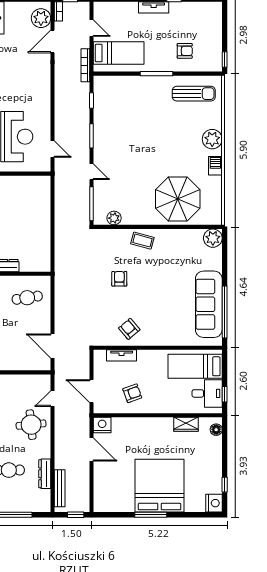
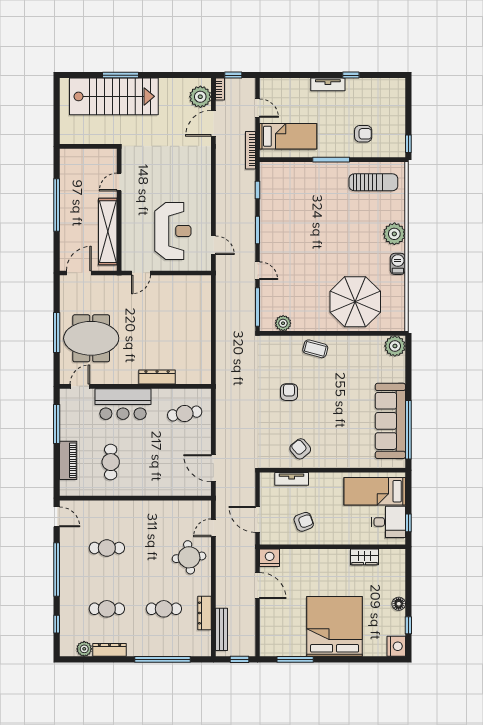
floor lamp: (216, 430) -> (399, 604), moved
window: (151, 515) -> (295, 659), moved

